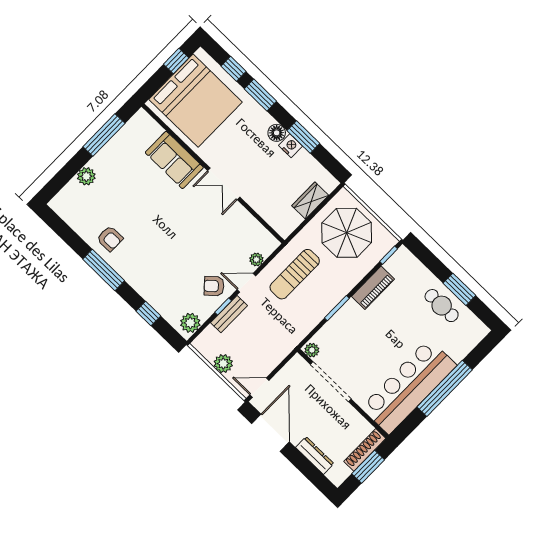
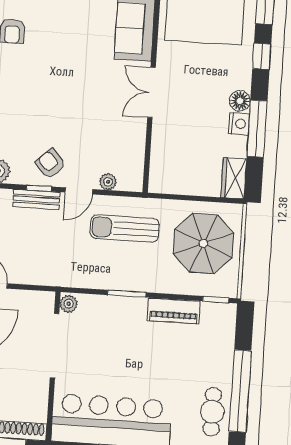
window: (260, 95) -> (262, 56), width x0.67
window: (303, 137) -> (257, 129), width x1.44
wardrobe: (310, 200) -> (234, 178), moved, turned -90
door: (246, 283) -> (79, 191), swing flipped
window: (459, 289) -> (240, 391), width x2.11
cafe table: (442, 306) -> (212, 412), moved

